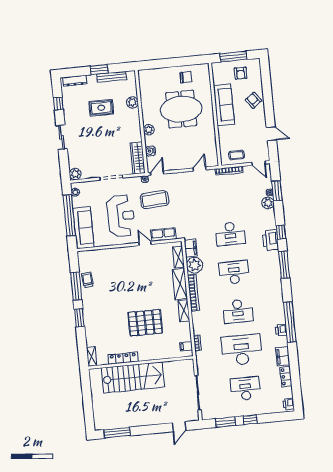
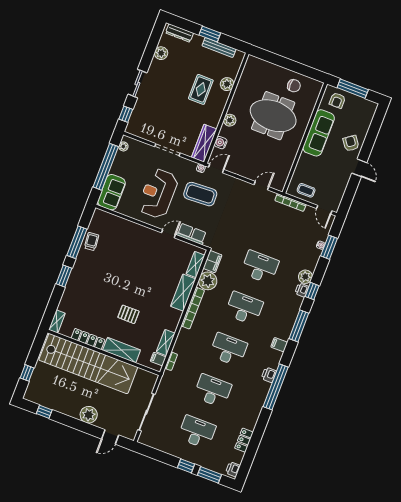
armchair: (241, 73) -> (337, 100), moved
window: (58, 104) -> (126, 114), moved
rug: (101, 108) -> (201, 89), moved, turned 90
door: (271, 134) -> (359, 168), moved
plant: (75, 174) -> (161, 53), moved
plant: (268, 203) -> (305, 277), moved
reception desk: (121, 216) -> (158, 193), turned 180
sofa: (83, 228) -> (112, 192), width x0.73
desk: (230, 234) -> (260, 267), turned 180
printer: (270, 240) -> (302, 290), width x0.53, depth x0.68
door: (145, 243) -> (168, 234), hinge flipped
shelving: (184, 311) -> (166, 343), moved
desk: (238, 311) -> (228, 349), turned 180
pallet: (145, 323) -> (128, 314), width x0.49, depth x0.50
printer: (281, 330) -> (269, 375), moved
desk: (242, 350) -> (213, 391), width x0.73, depth x0.77
shelving: (154, 354) -> (122, 350), added
filing cabinet: (283, 356) -> (279, 345), moved, width x0.50
stairs: (133, 377) -> (88, 364), width x1.36
window: (88, 409) -> (27, 373), added
plant: (153, 418) -> (89, 415), added
window: (226, 422) -> (209, 475), moved
window: (117, 433) -> (44, 412), width x0.46

